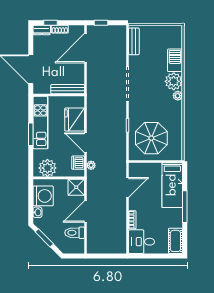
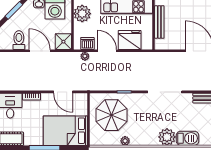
bench: (68, 89) -> (159, 22), moved
plant: (178, 96) -> (125, 141), moved
door: (86, 143) -> (107, 51), hinge flipped
bed: (172, 185) -> (65, 131), width x1.50

